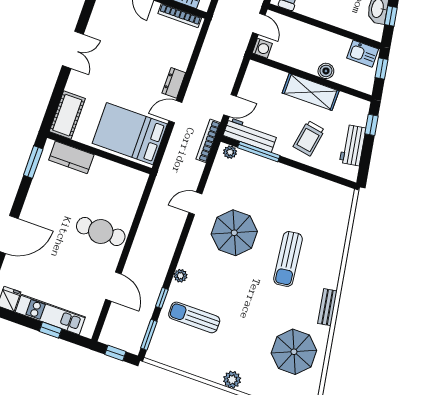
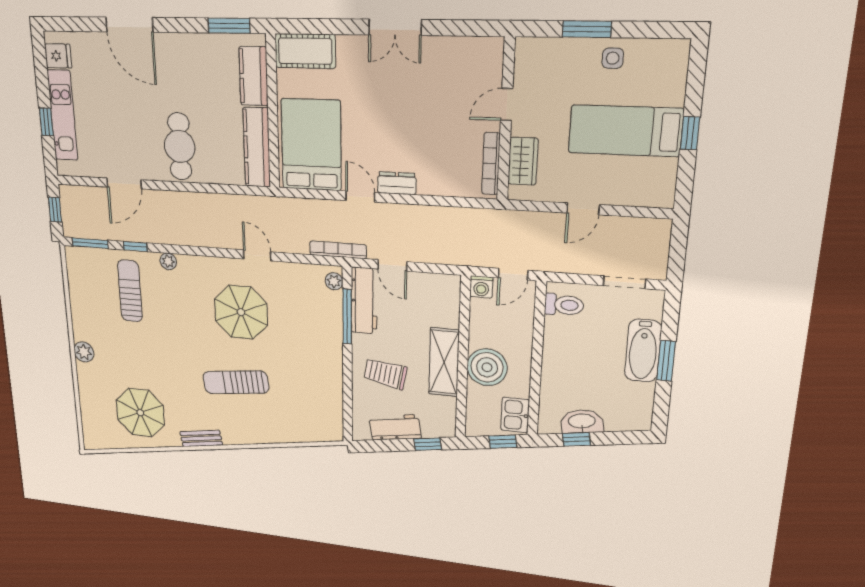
boiler: (326, 71) -> (487, 367), width x1.86, depth x1.86
kitchen counter: (119, 174) -> (257, 147), added

